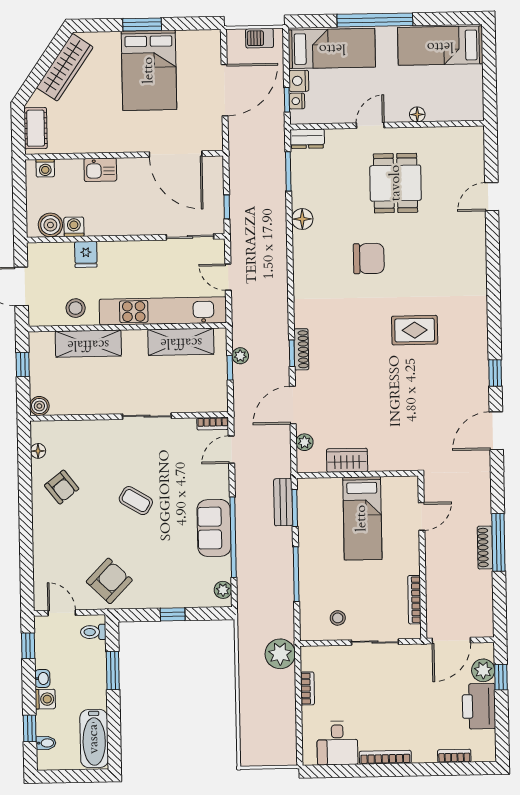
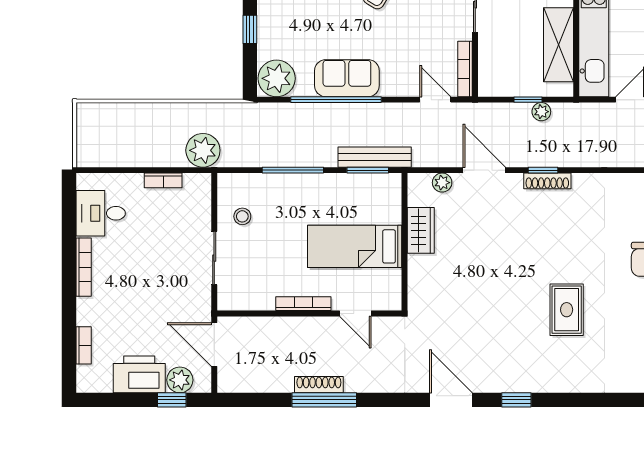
bookcase: (213, 424) -> (465, 69), width x1.56
bench: (283, 502) -> (375, 157), width x1.36
plant: (223, 590) -> (277, 78), width x1.88, depth x1.88
bookcase: (414, 600) -> (303, 304), moved

